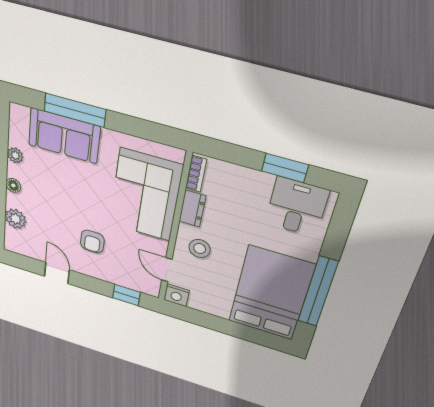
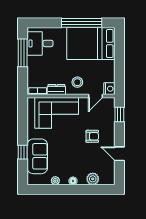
window: (75, 110) -> (23, 152), width x0.46
window: (285, 168) -> (23, 53), width x1.44
door: (57, 273) -> (119, 154), hinge flipped

